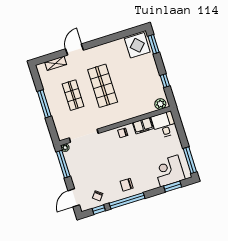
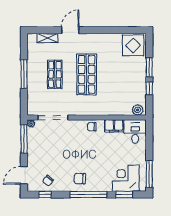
window: (154, 44) -> (149, 67), moved
window: (127, 201) -> (88, 195), moved

